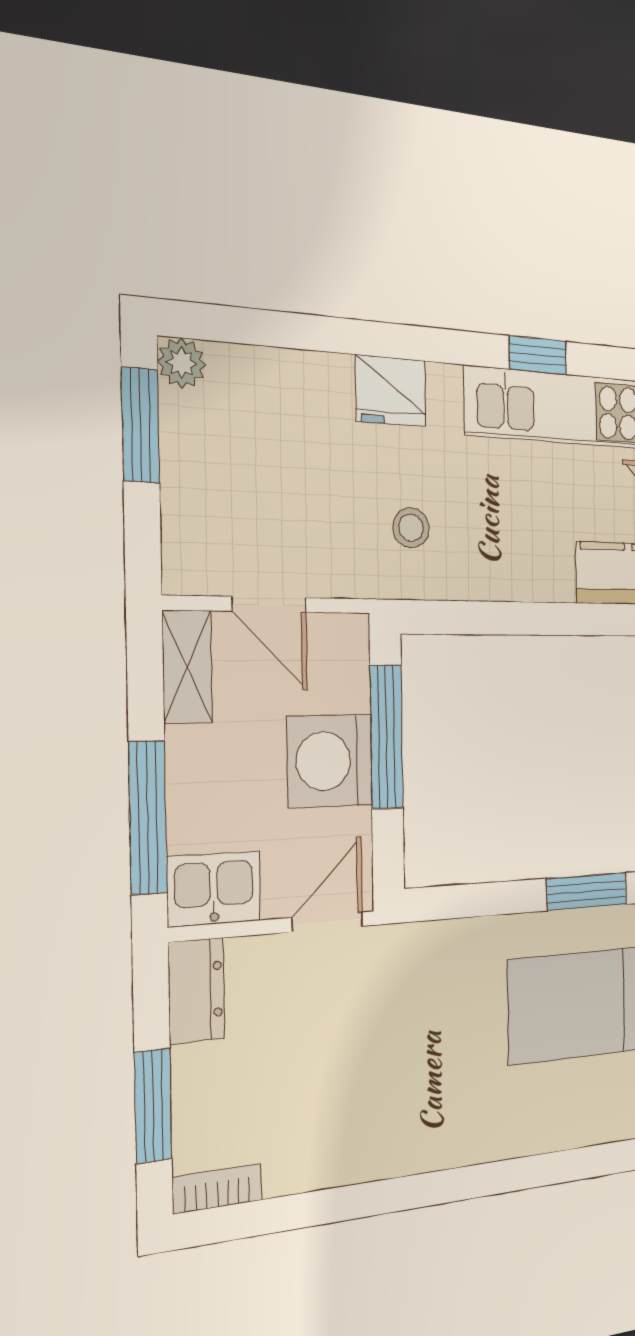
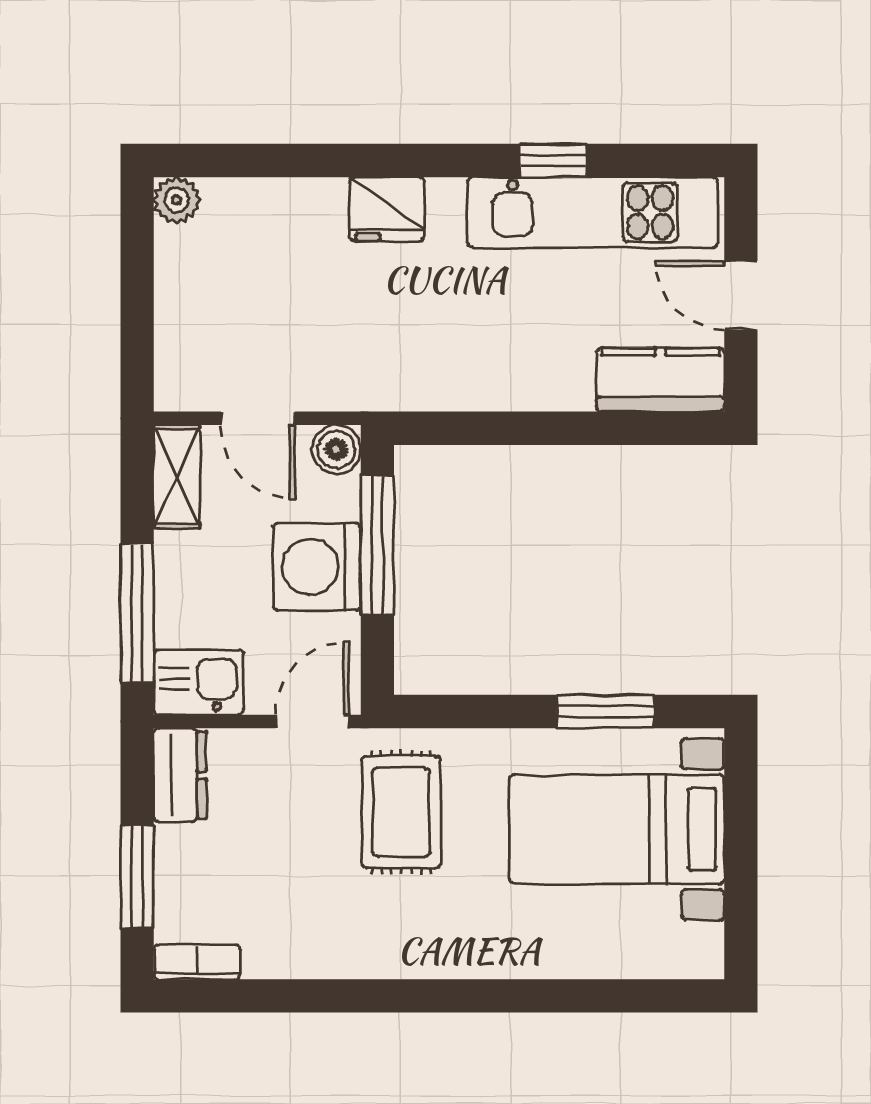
window: (141, 425) -> (137, 259), removed
stool: (411, 528) -> (407, 341), removed
boiler: (347, 638) -> (336, 449), added
rug: (412, 1007) -> (401, 812), added

